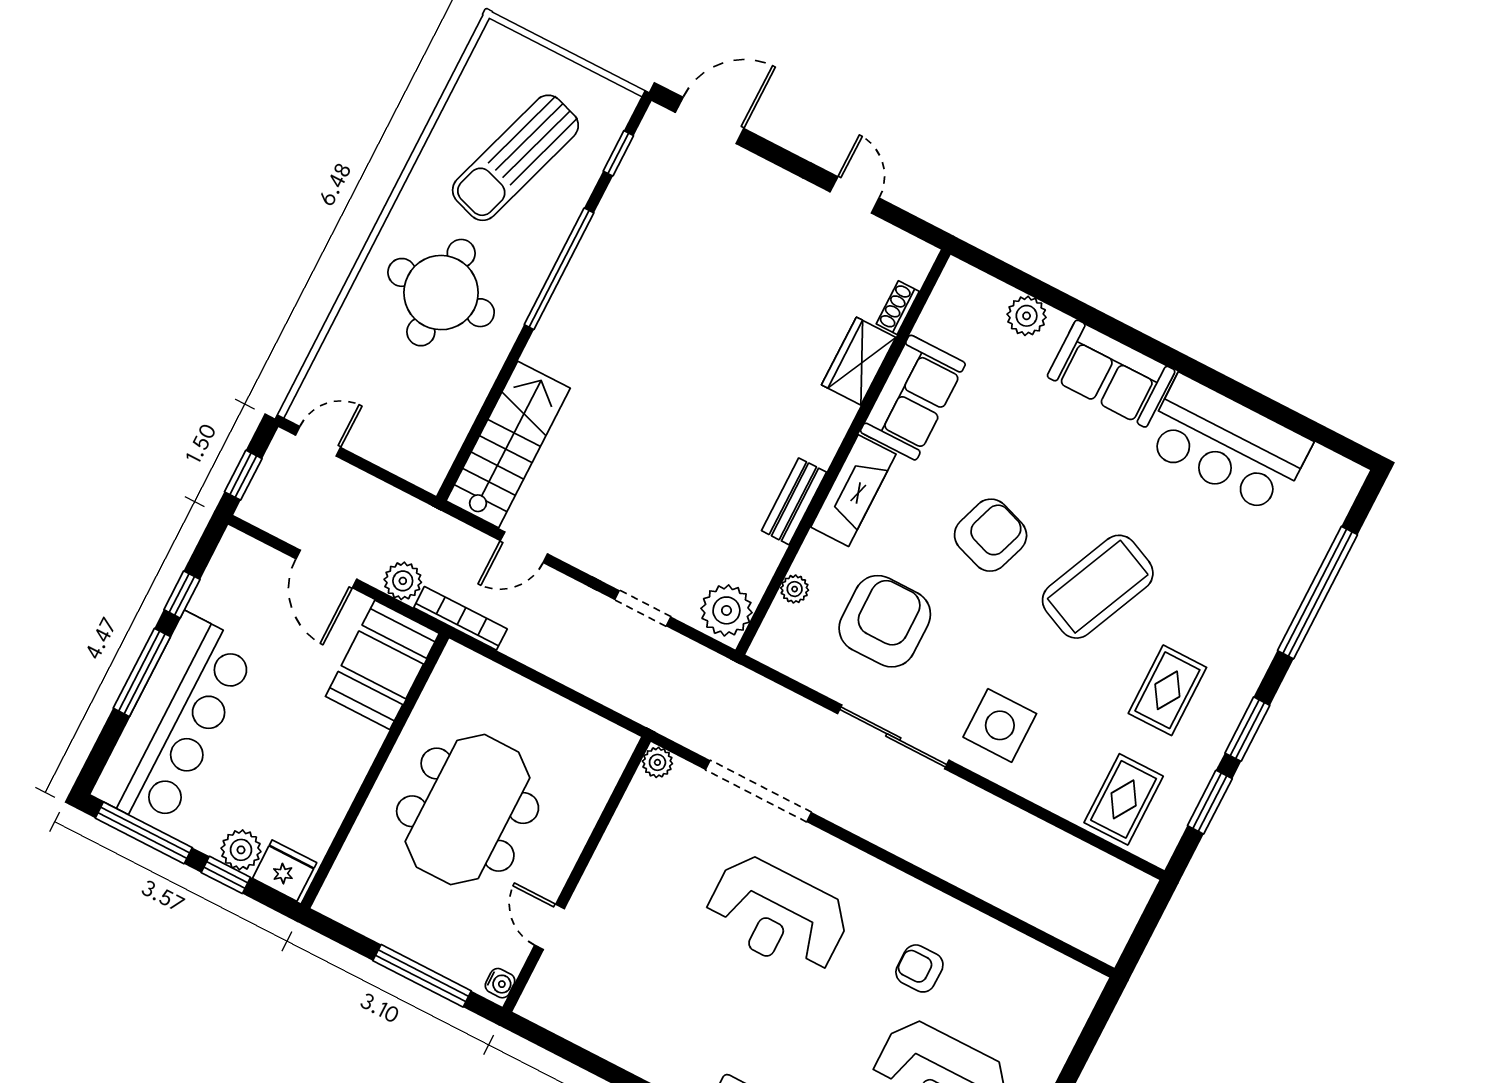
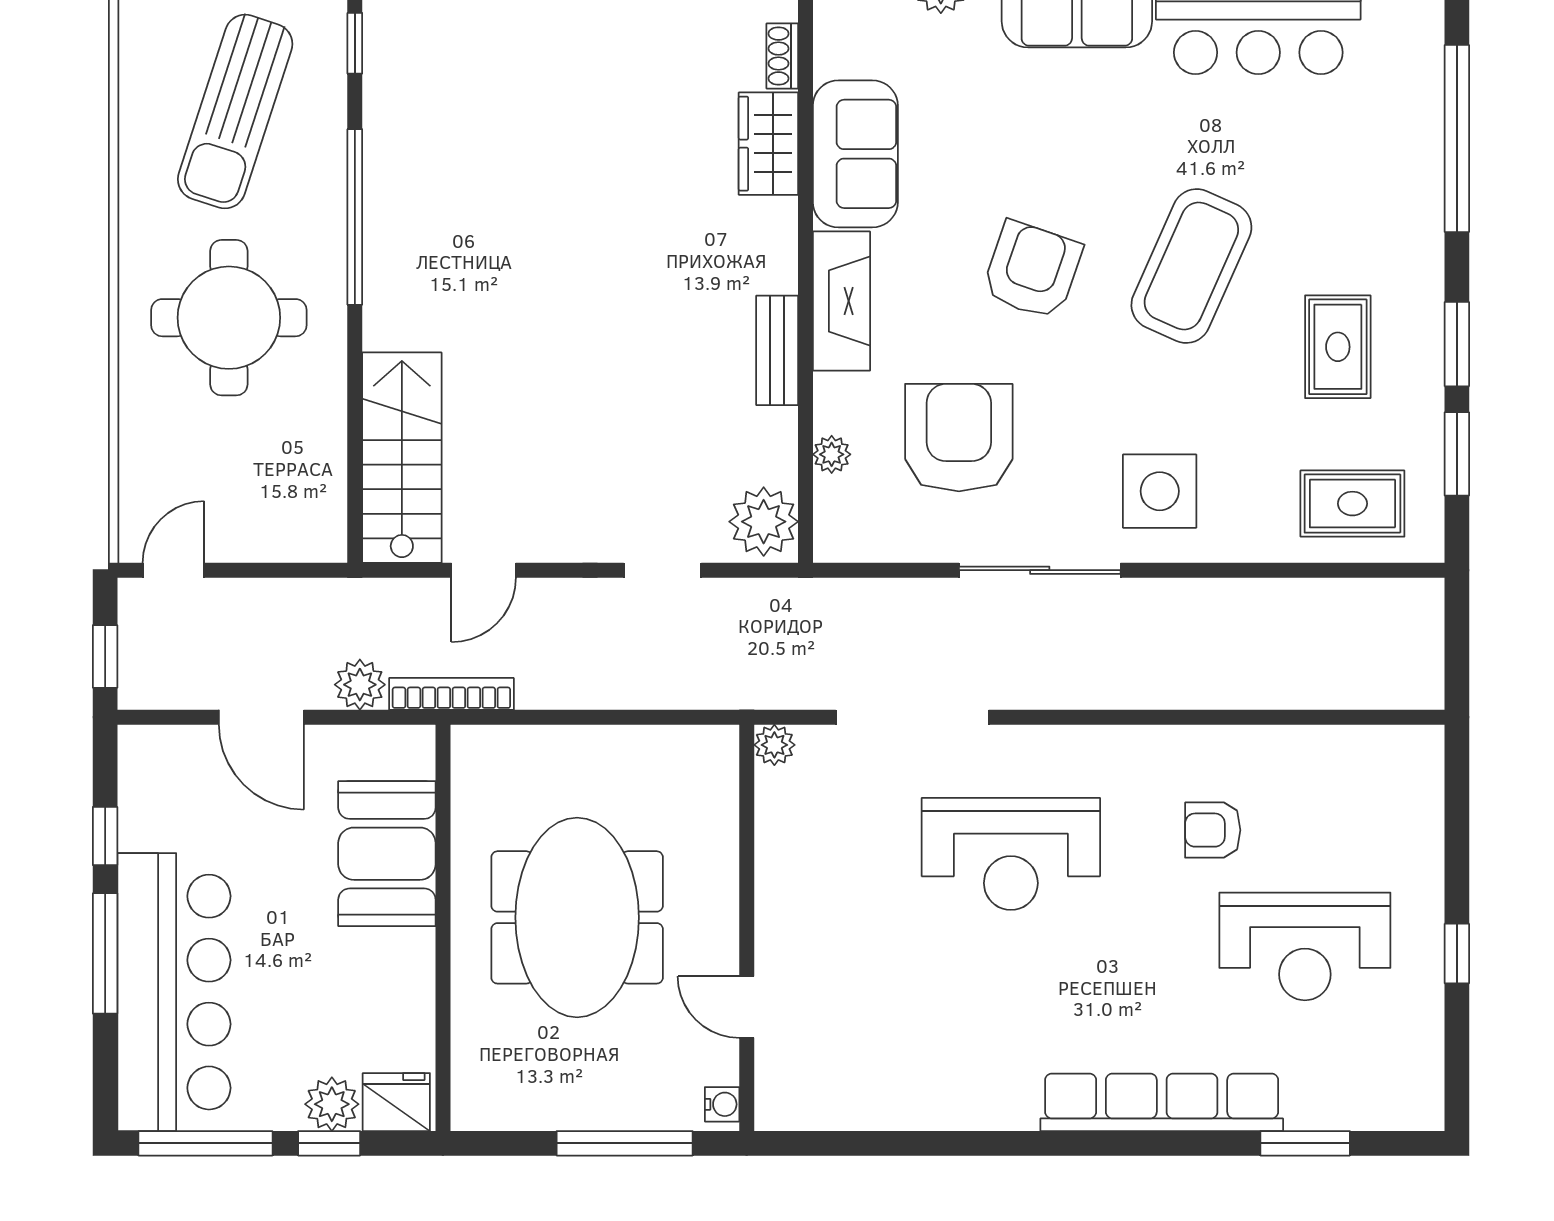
booth: (382, 665) -> (387, 854), moved
rug: (1124, 799) -> (1352, 504), turned 90

